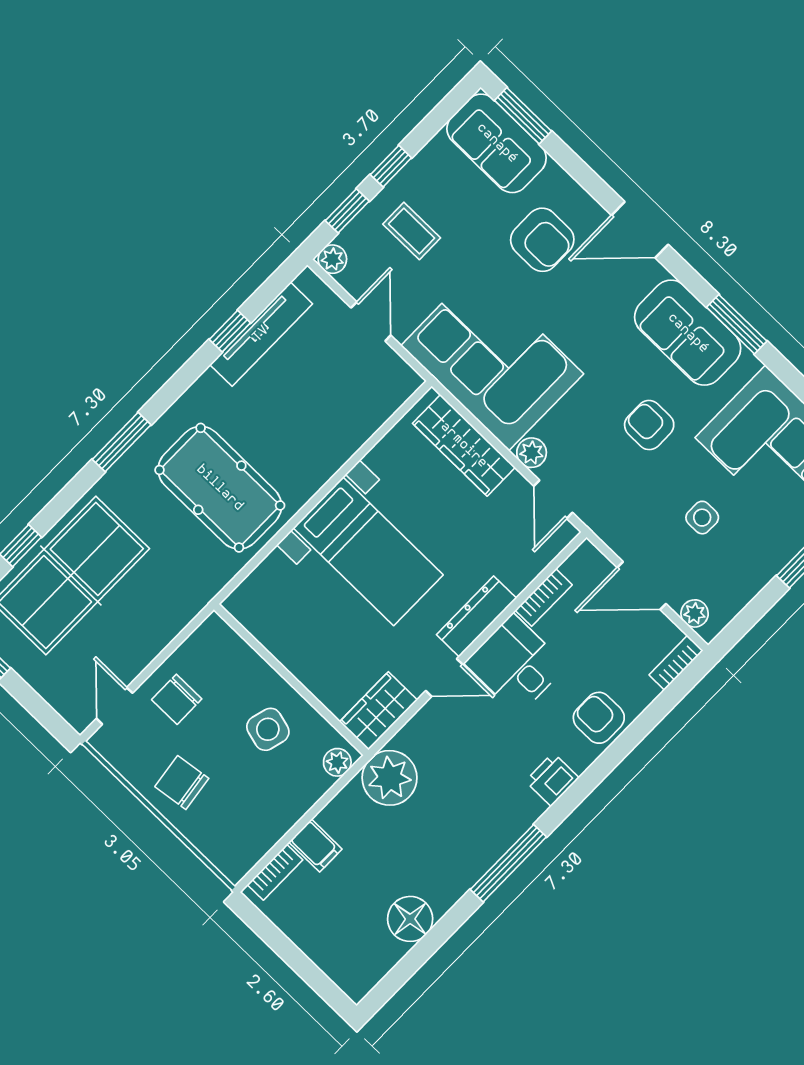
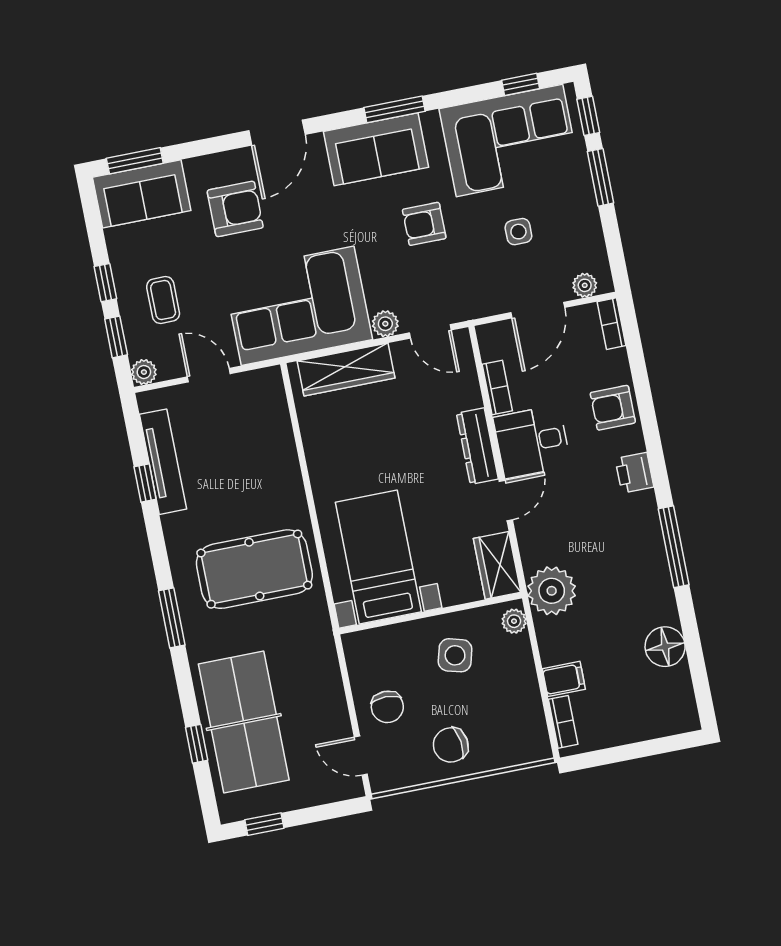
coffee table: (412, 231) -> (163, 300), turned 90
bed with nightstands: (368, 551) -> (378, 557), moved, turned -90

